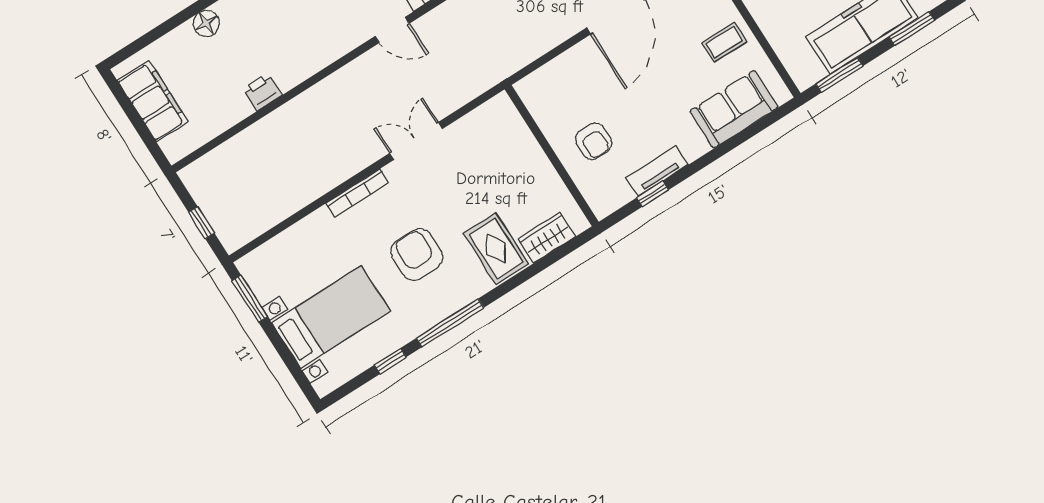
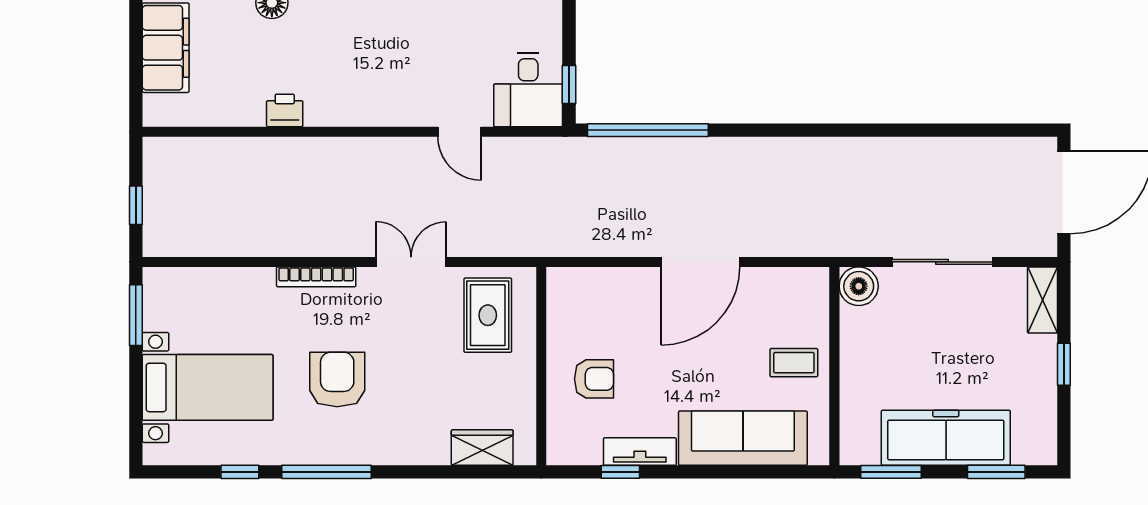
sofa: (734, 109) -> (743, 438), width x1.36
armchair: (593, 141) -> (594, 379), turned -90
rug: (496, 249) -> (488, 315), moved

